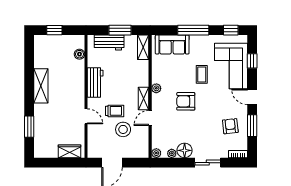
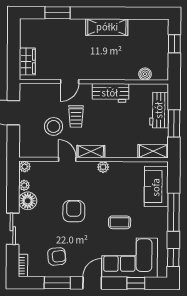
armchair: (186, 101) -> (74, 211), moved

